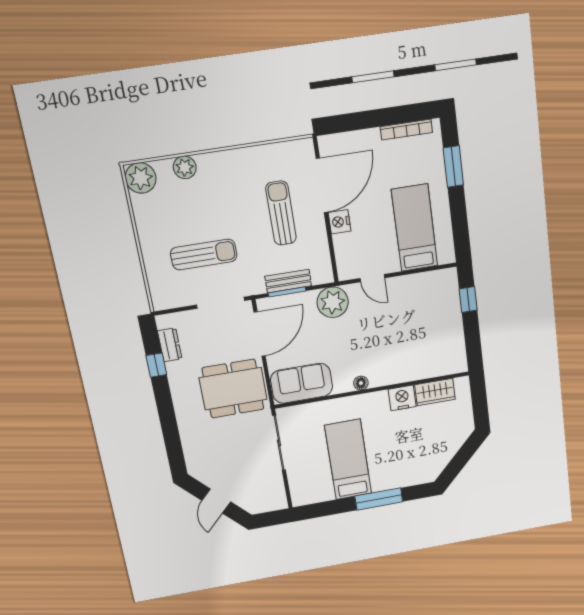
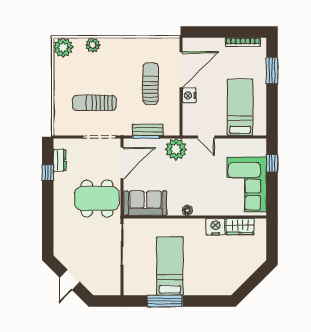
sun lounger: (204, 255) -> (94, 103), turned 180
corner sofa: (437, 334) -> (247, 184), added
window: (379, 499) -> (165, 301), moved

